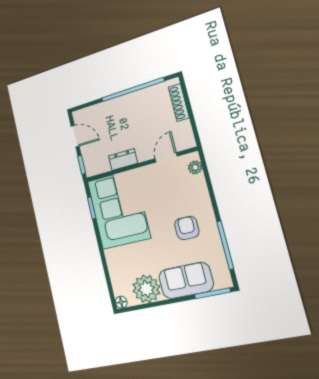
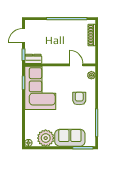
door: (75, 136) -> (24, 36), swing flipped
door: (166, 157) -> (76, 65), hinge flipped
dresser: (123, 160) -> (33, 59), moved
armchair: (187, 228) -> (79, 98), moved

